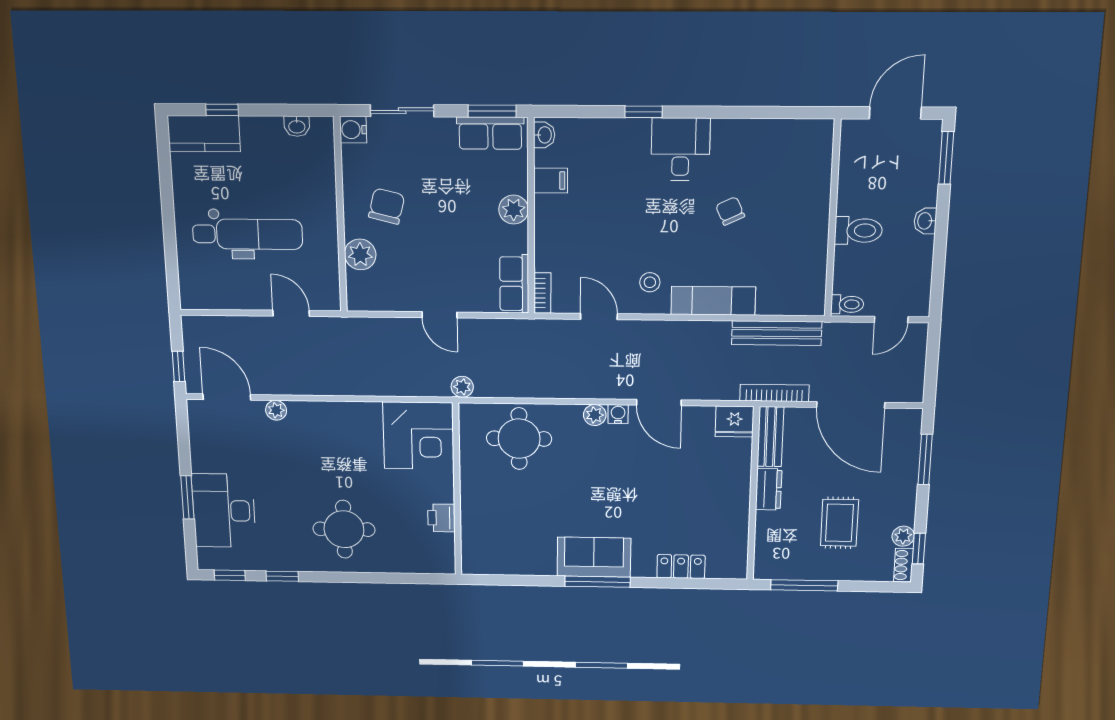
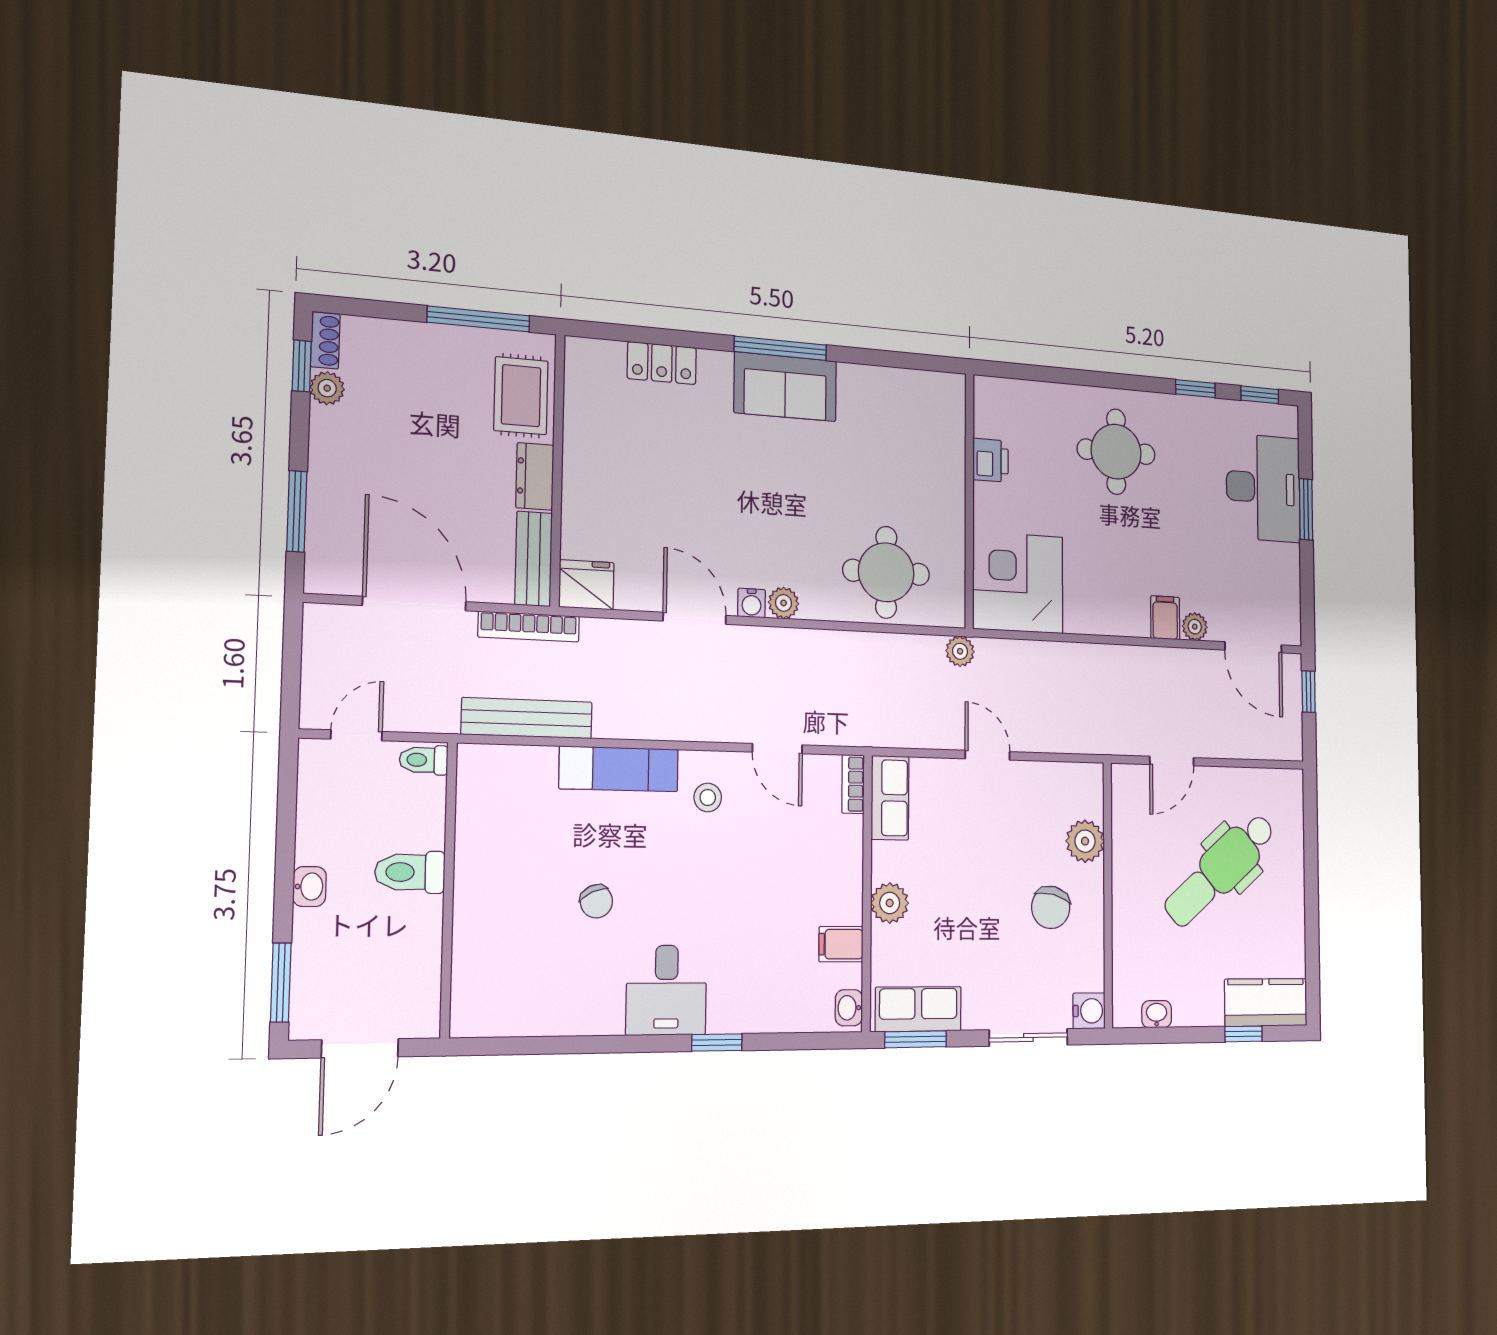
dental chair: (248, 234) -> (1220, 869), turned -41
door: (291, 313) -> (1172, 761), hinge flipped
filing cabinet: (301, 416) -> (1165, 618), added
rug: (839, 523) -> (521, 396), moved

